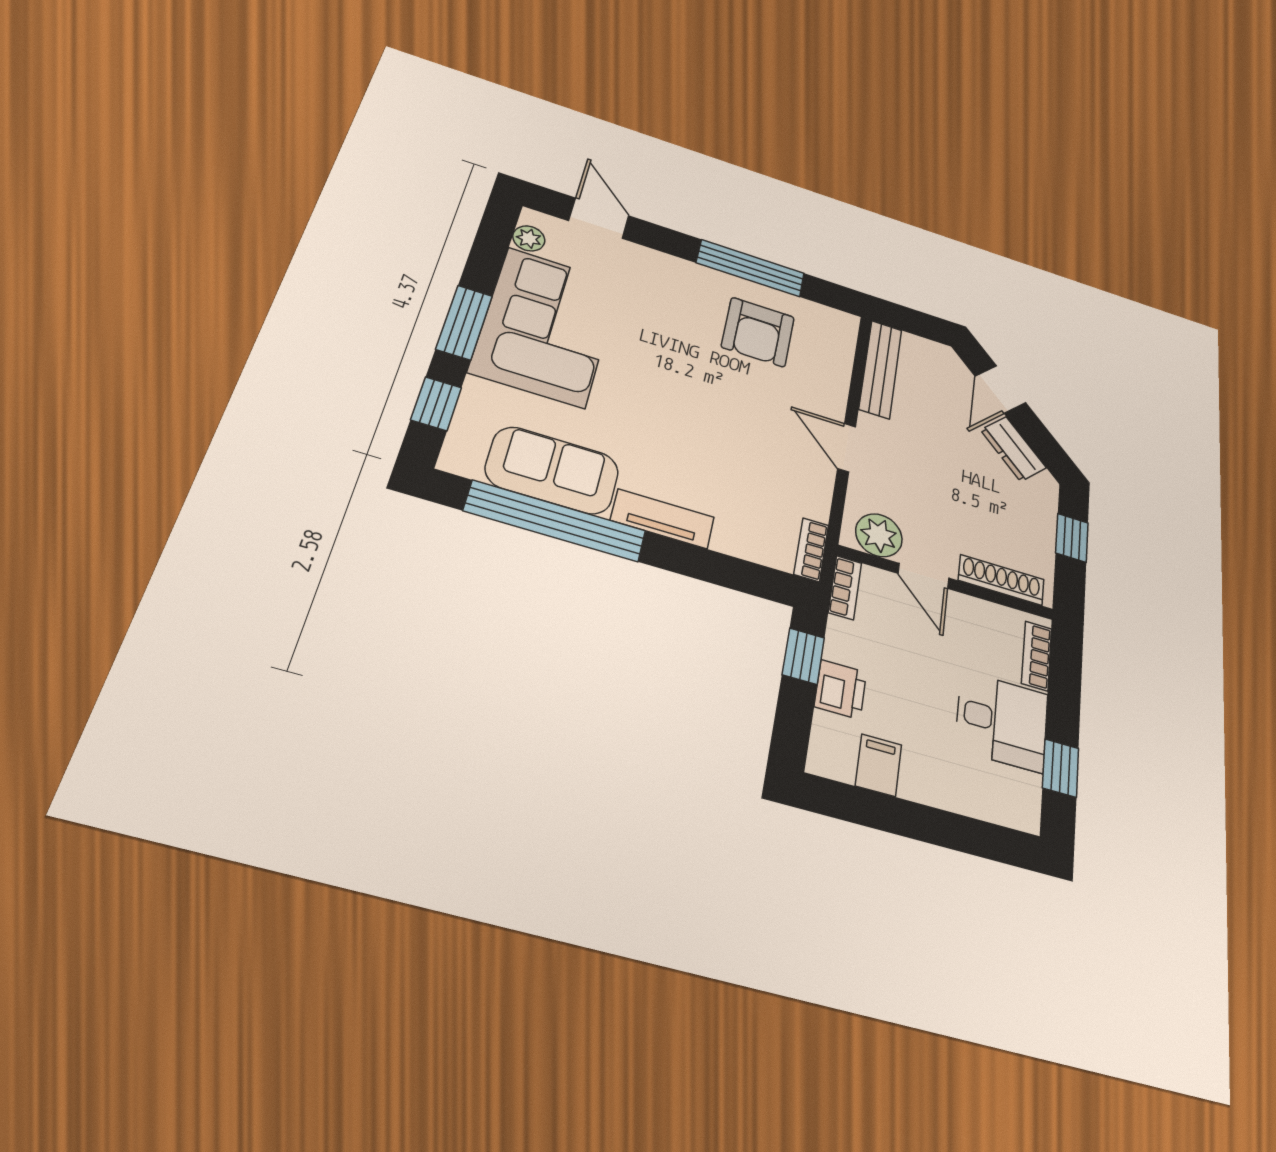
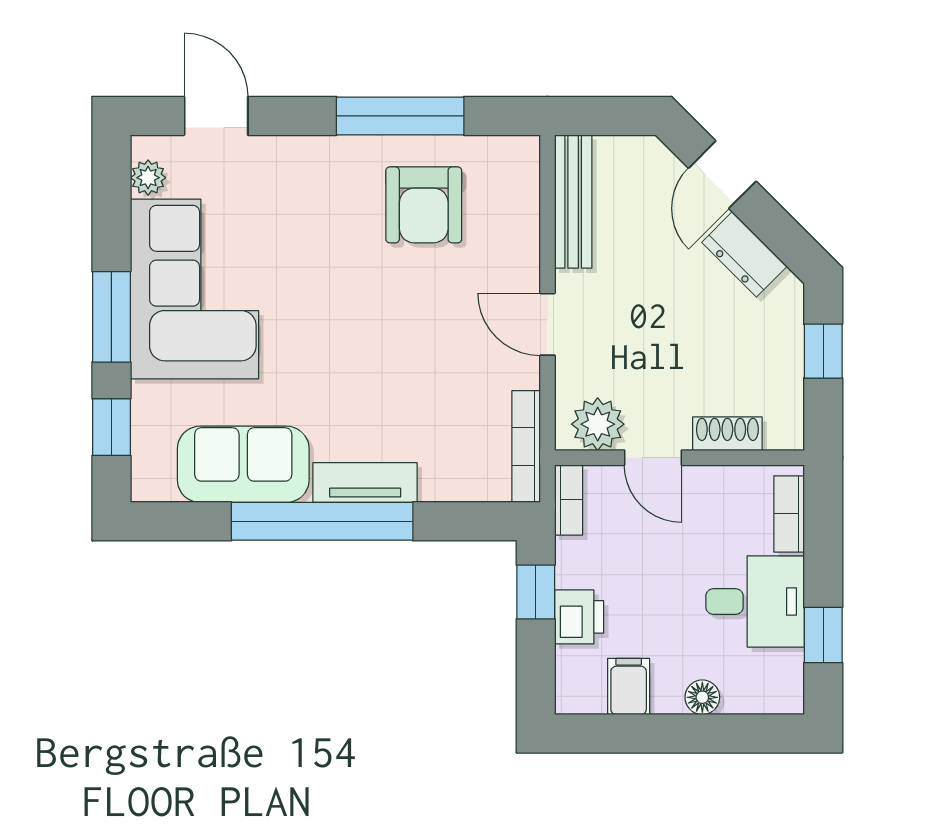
window: (555, 521) -> (322, 521), moved
bookcase: (811, 550) -> (526, 447), width x1.56
shoe rack: (1001, 580) -> (727, 434), width x0.70
floor lamp: (947, 794) -> (702, 697), added

